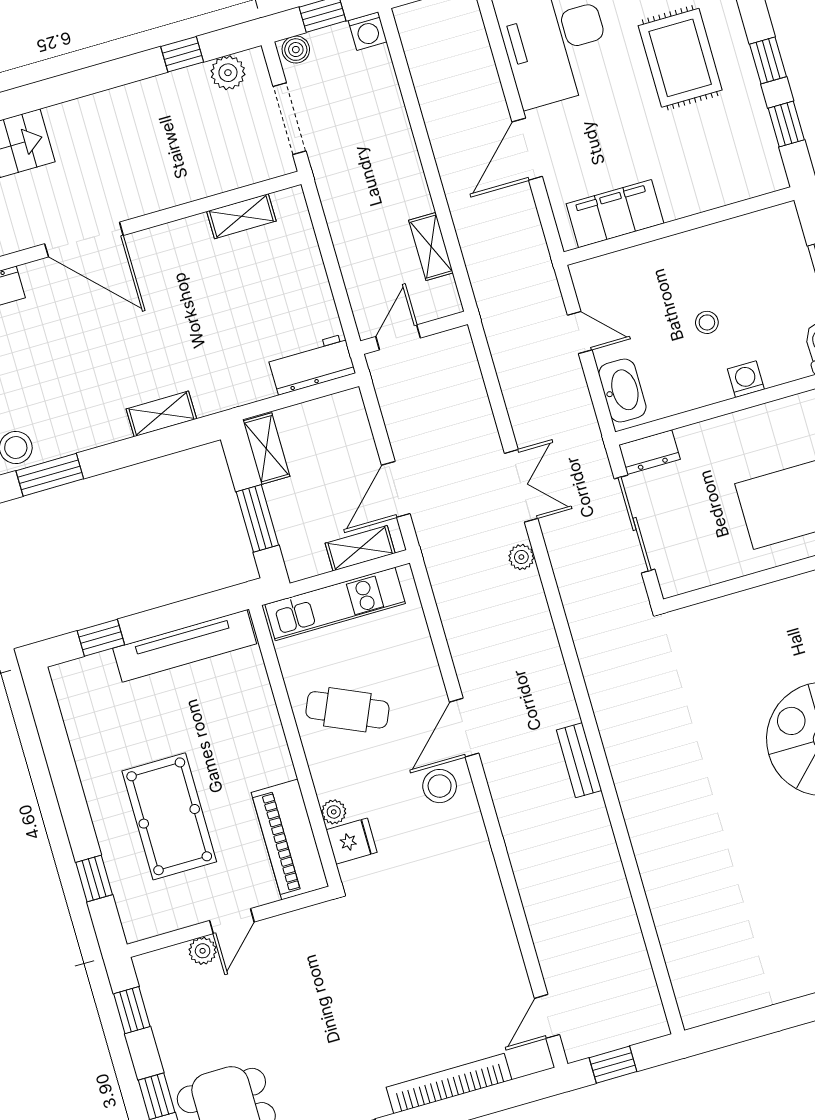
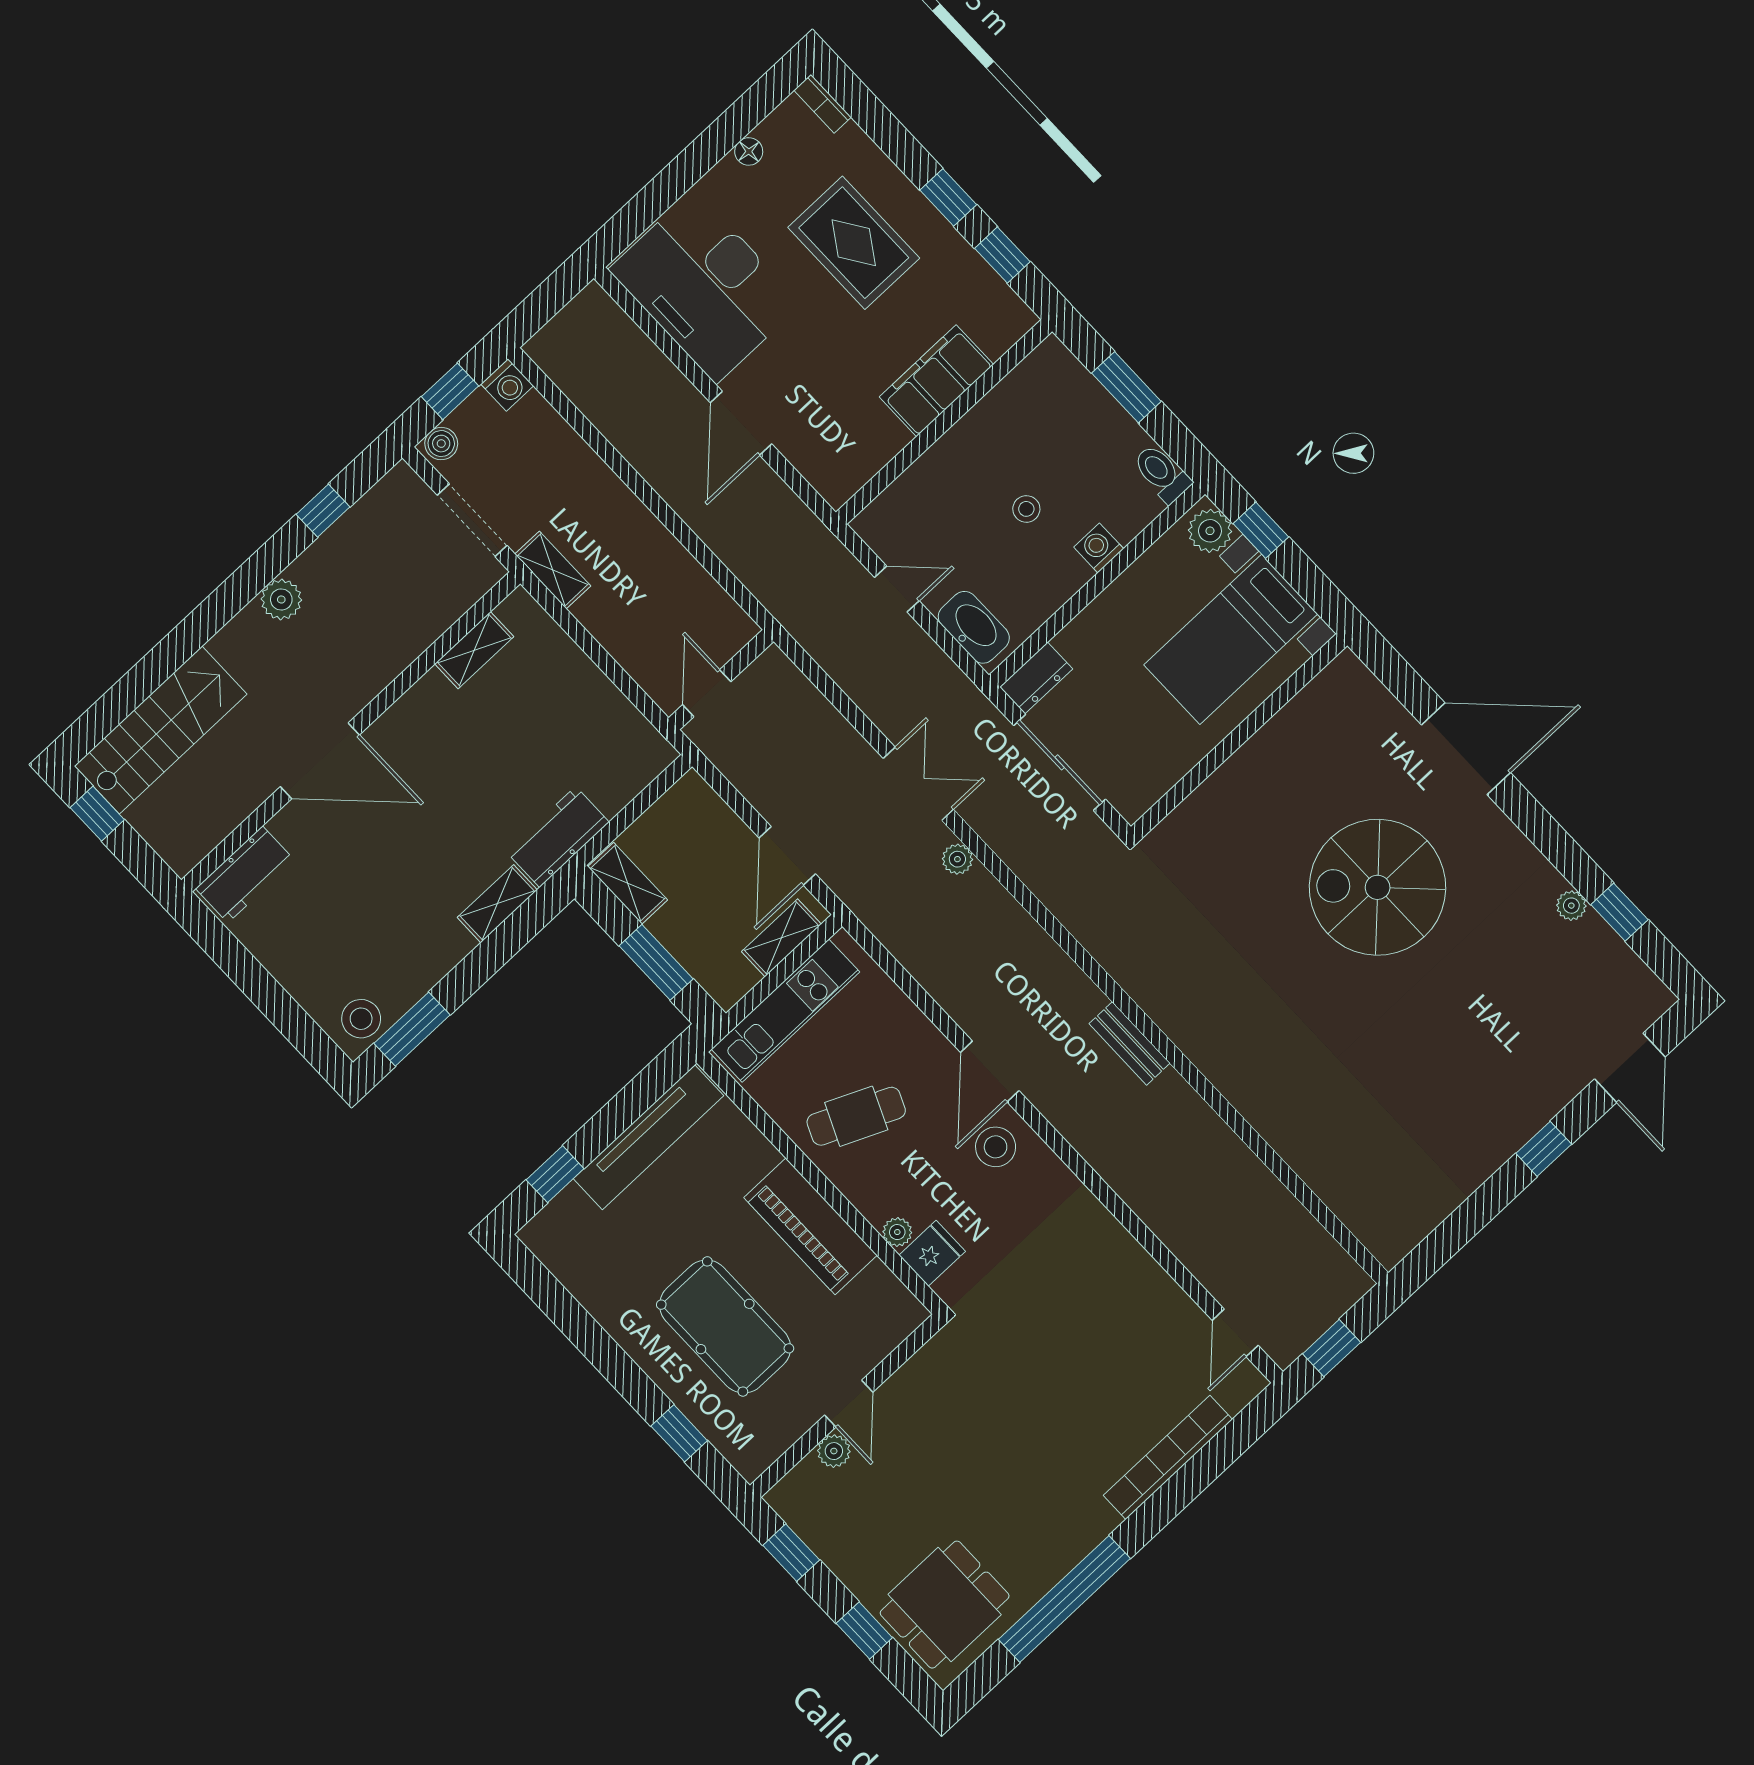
plant: (228, 73) -> (281, 599), moved
filing cabinet: (615, 214) -> (936, 381), moved
shelving: (431, 247) -> (553, 570), moved
workbench: (311, 364) -> (558, 837), moved
piano: (290, 839) -> (810, 1226), moved

